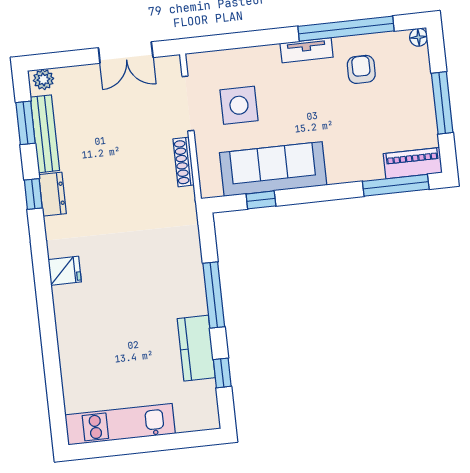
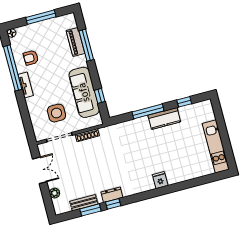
plant: (43, 79) -> (55, 193), moved
window: (26, 123) -> (90, 210), moved
bench: (45, 134) -> (84, 203), width x0.73
piano: (413, 163) -> (75, 42), moved
window: (396, 185) -> (86, 45), moved
fridge: (65, 271) -> (160, 180), moved
kitchen counter: (196, 348) -> (164, 119), moved

